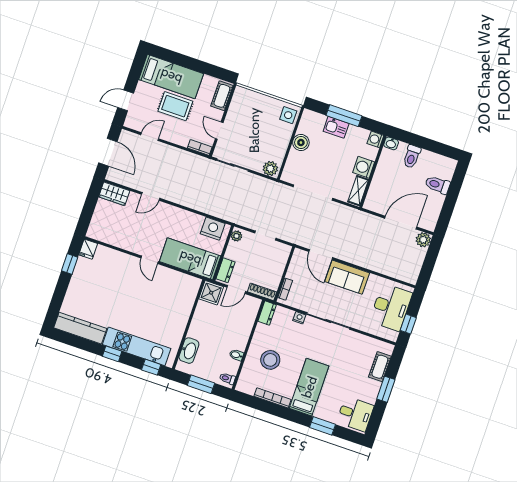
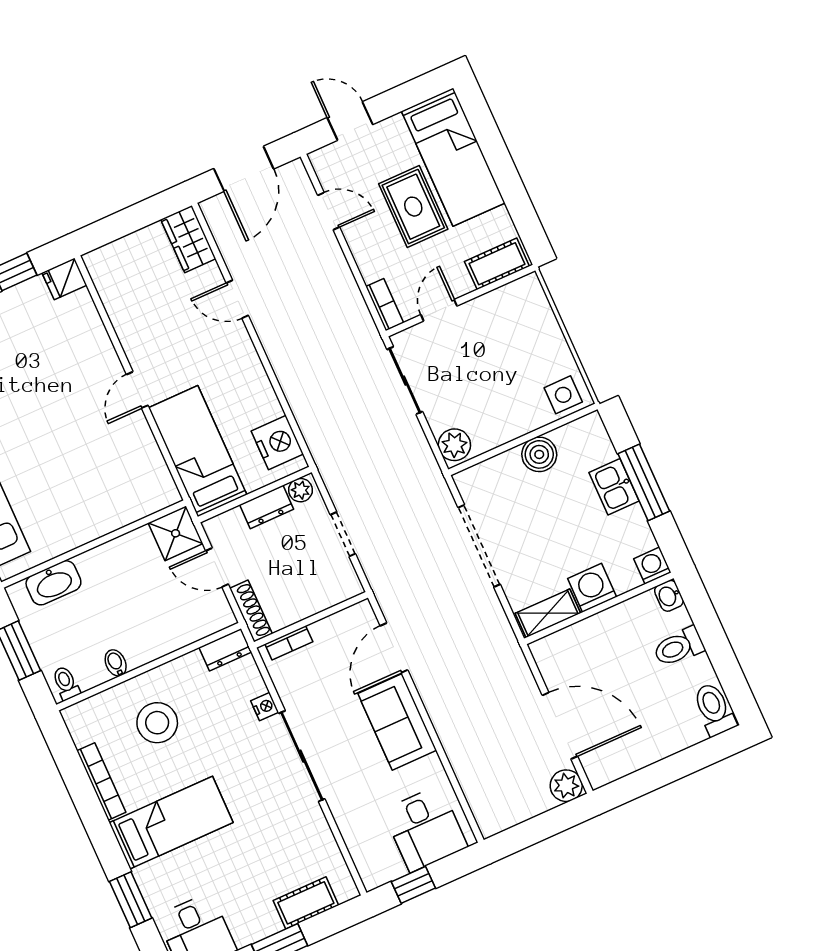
toilet: (438, 185) -> (714, 709), moved
dresser: (225, 270) -> (267, 507), moved
desk: (391, 307) -> (425, 829), width x0.73

